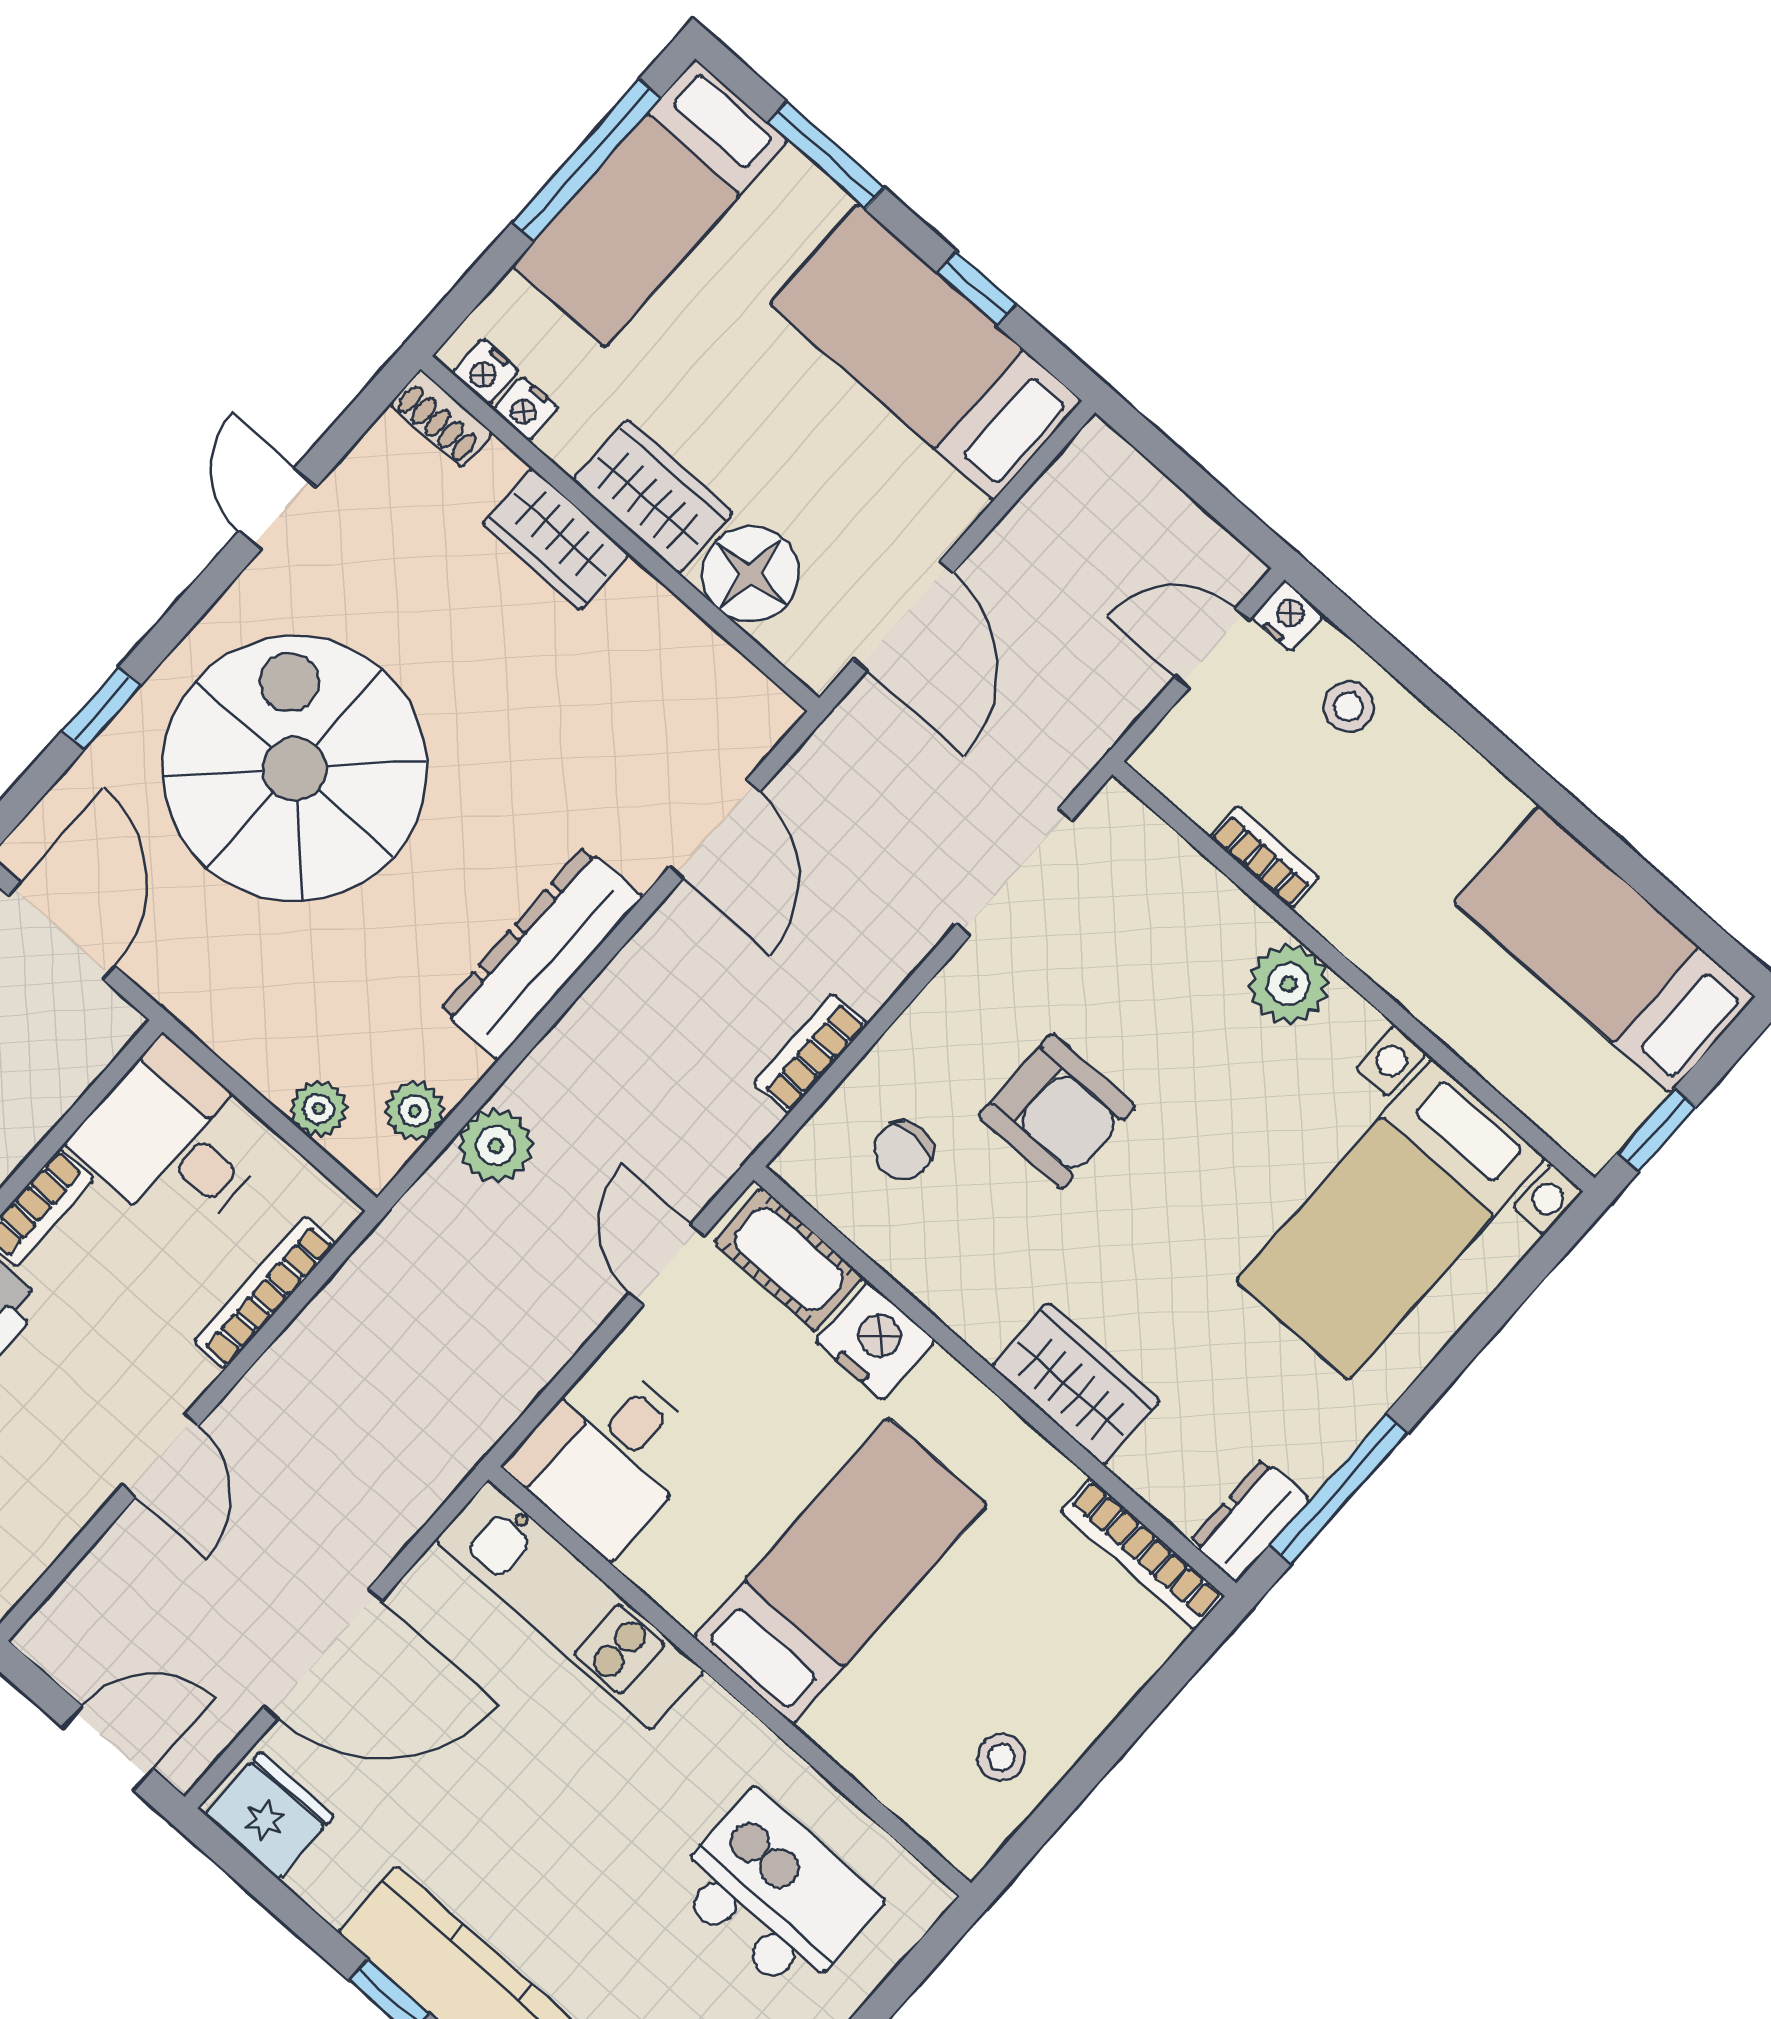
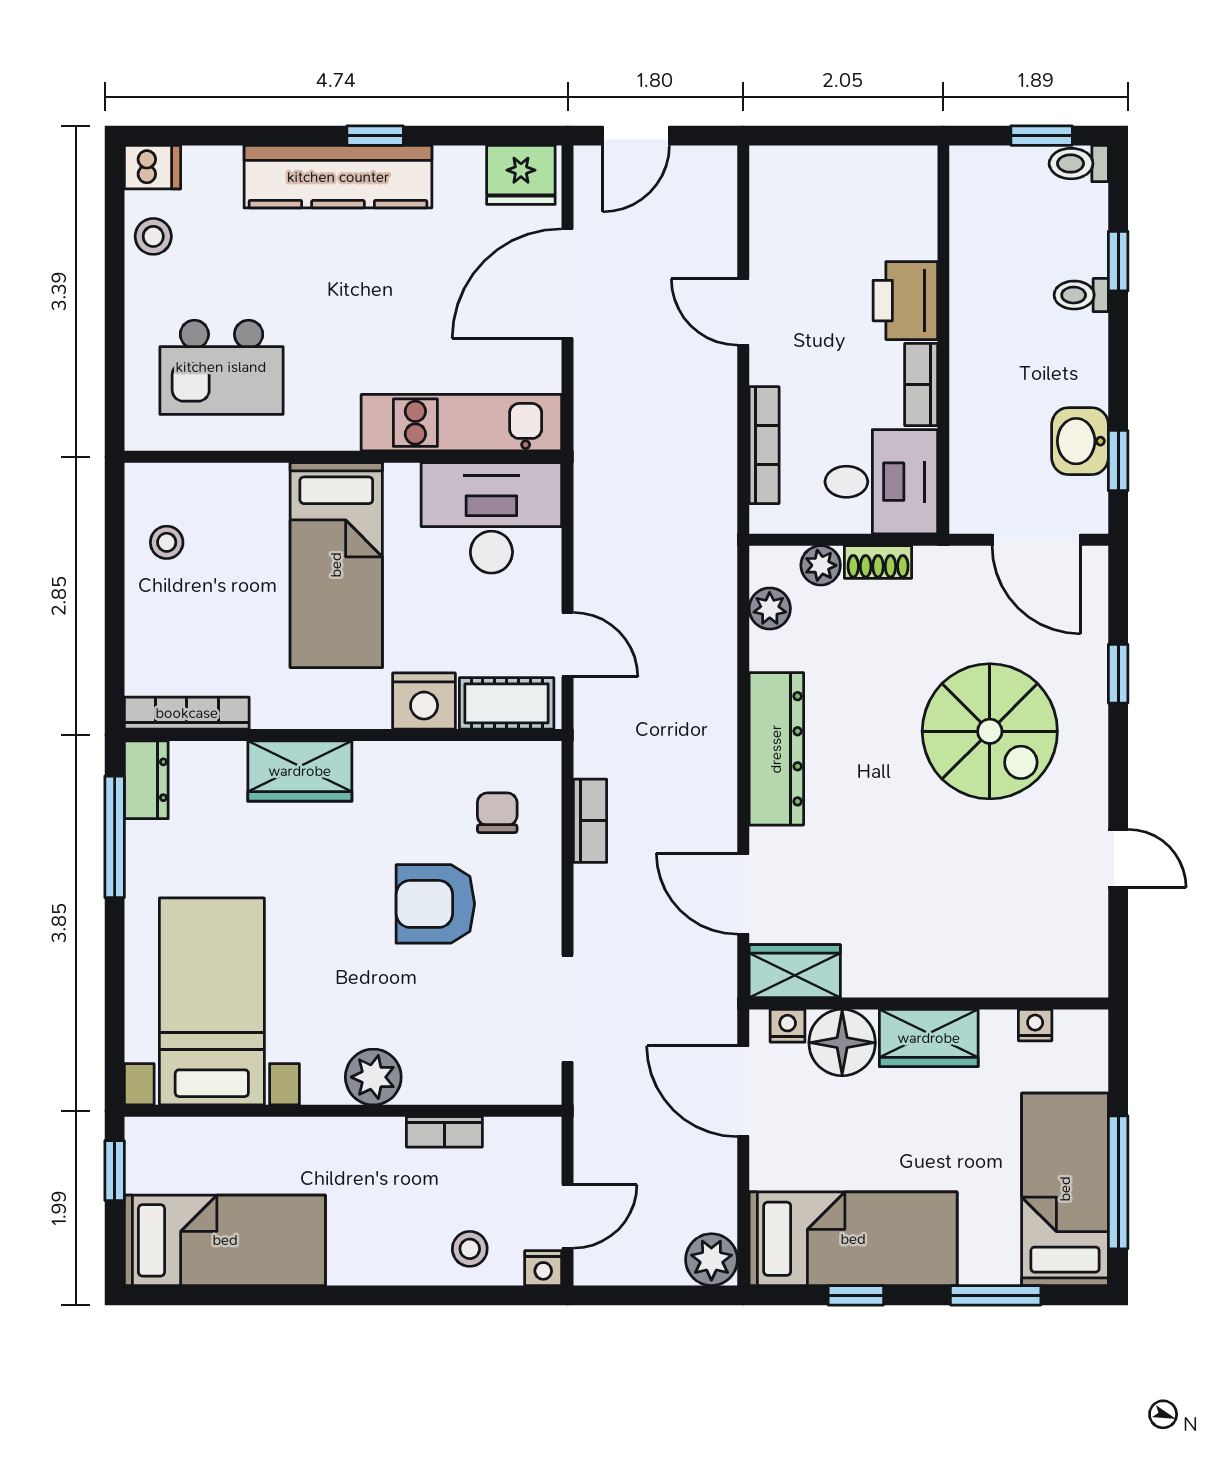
nightstand: (485, 372) -> (788, 1026), moved
shoe rack: (441, 418) -> (878, 562), moved, turned 180
wardrobe: (556, 539) -> (795, 971), moved
spiral stairs: (294, 769) -> (990, 731), width x0.73, depth x0.73
plant: (496, 1146) -> (711, 1260), moved
desk: (608, 1456) -> (491, 518), width x1.37

